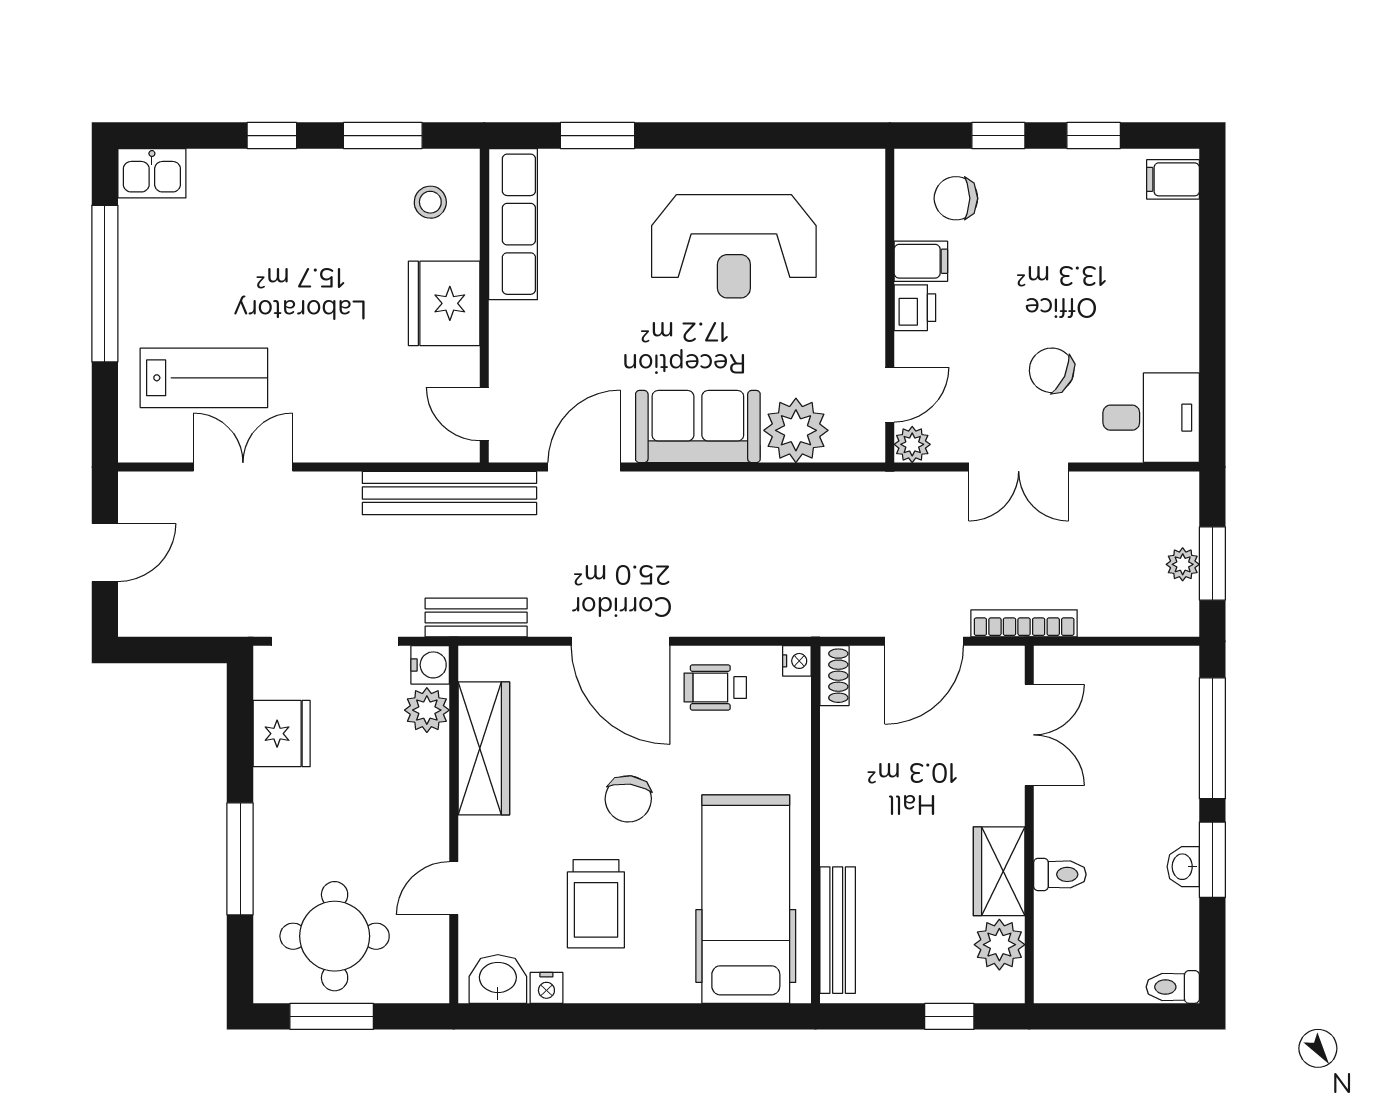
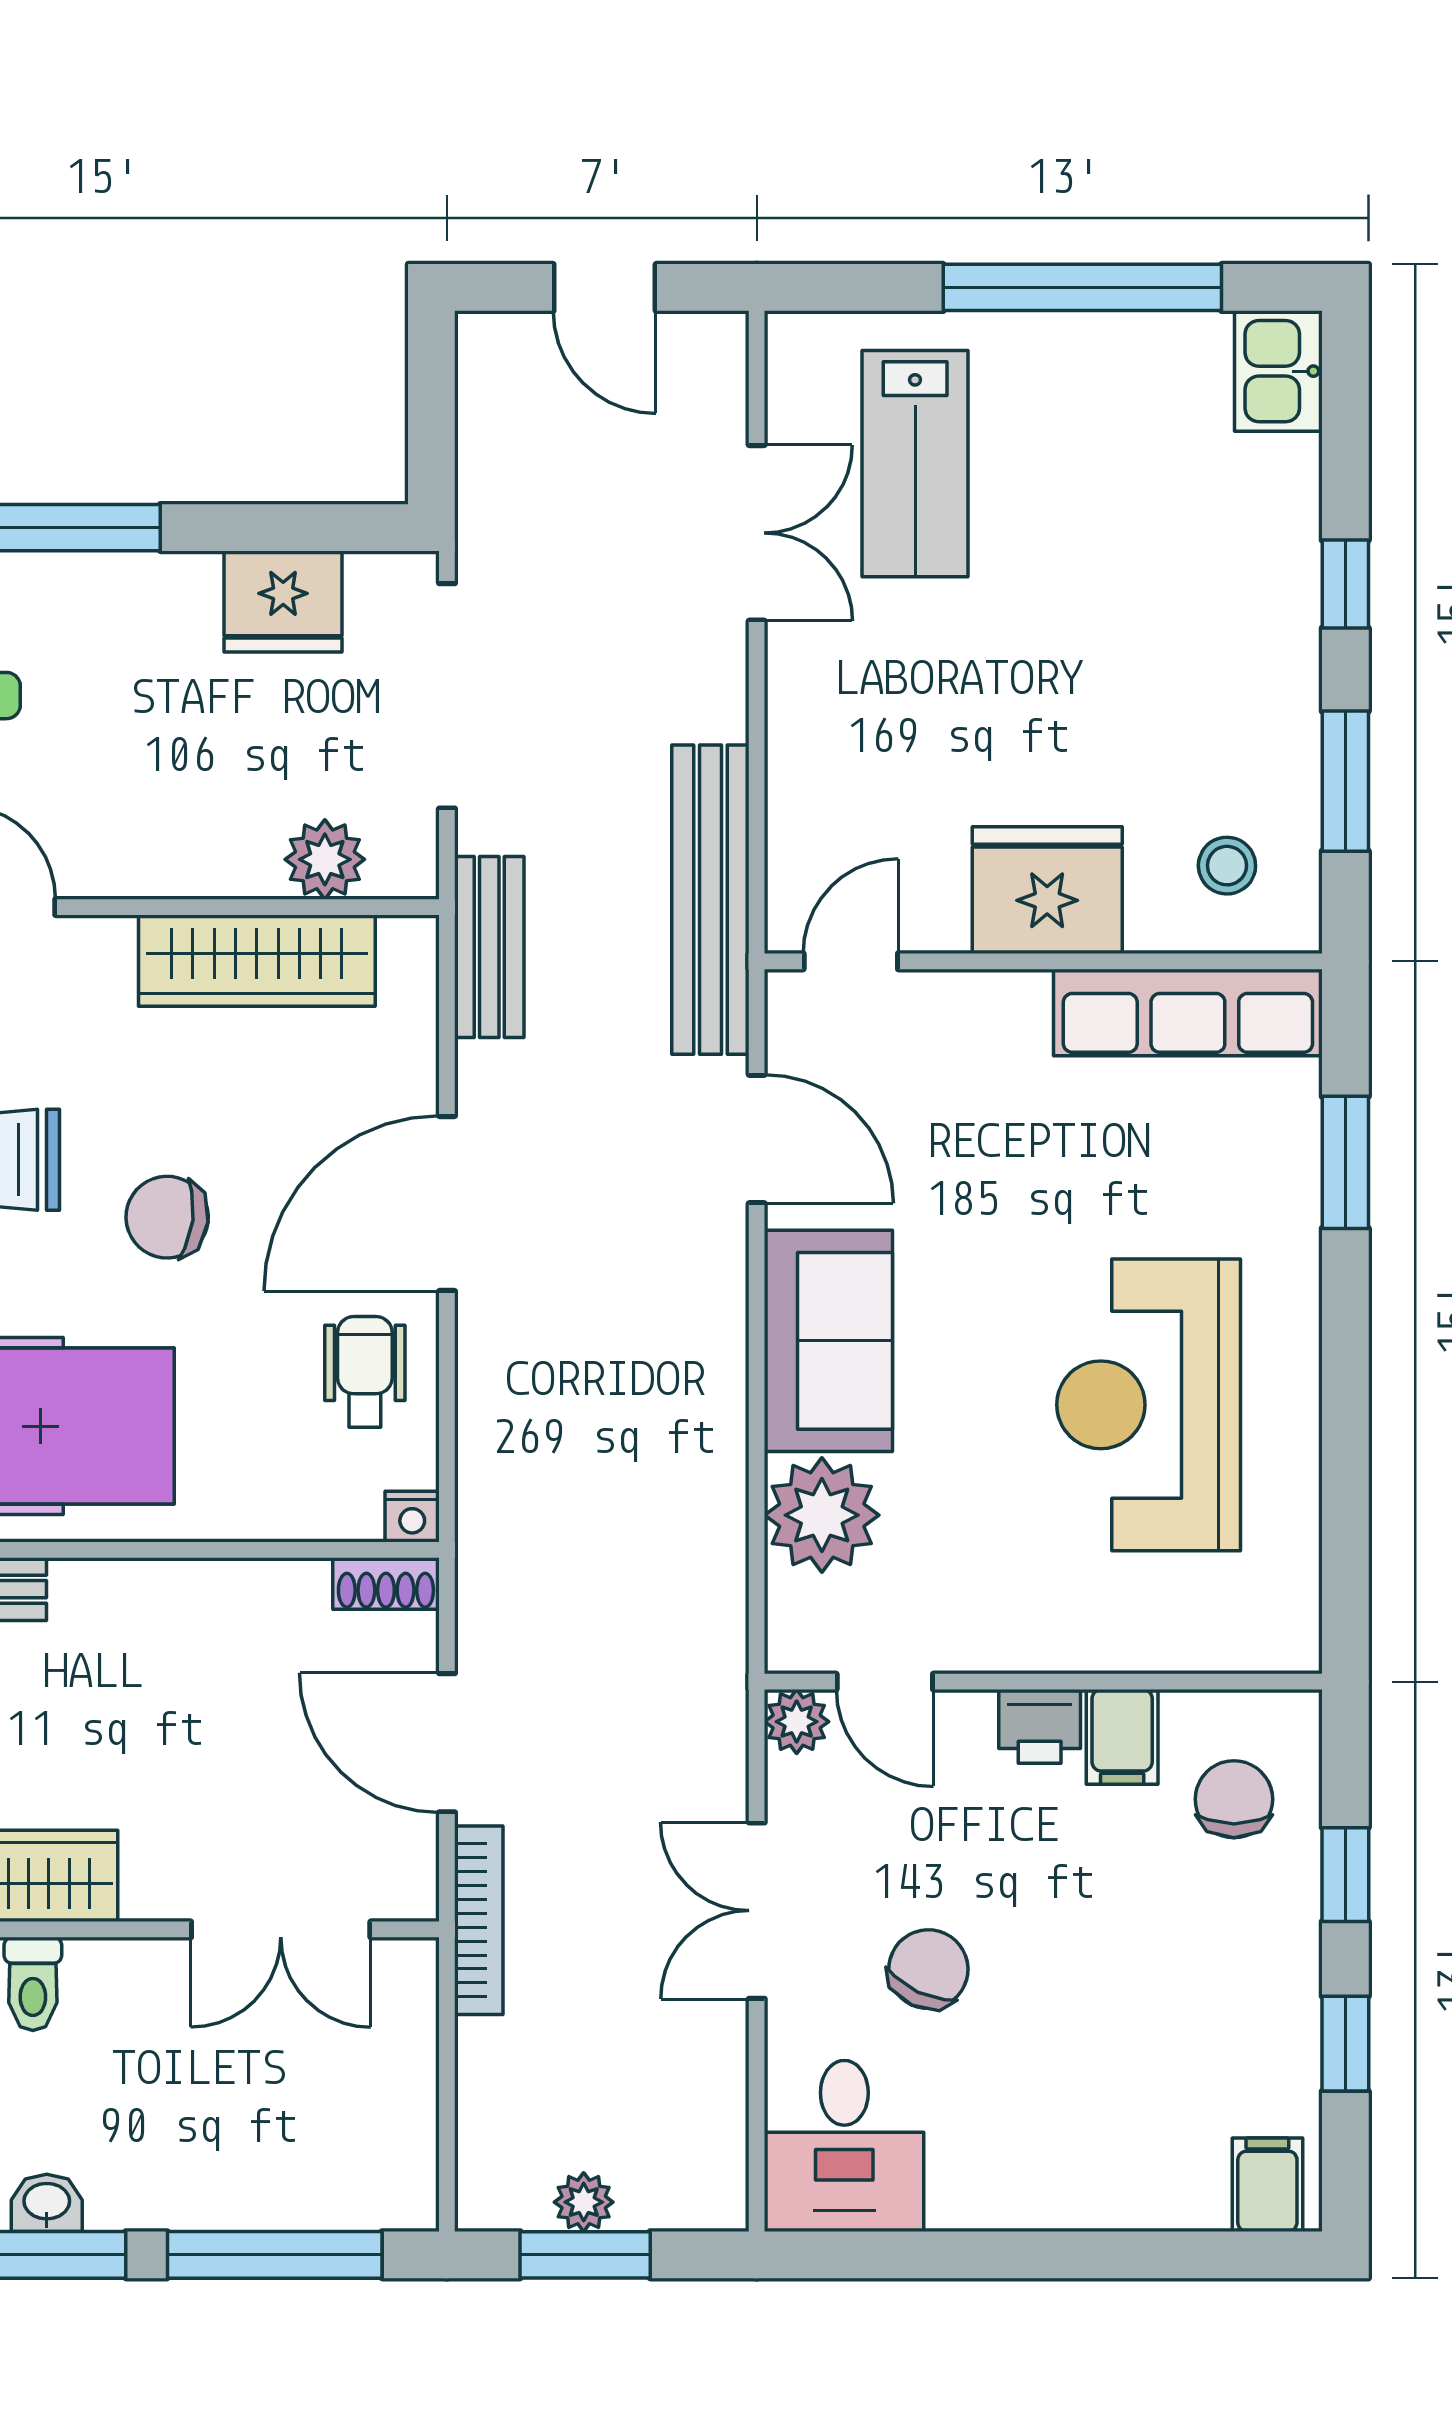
water cooler: (430, 665) -> (405, 865), removed

